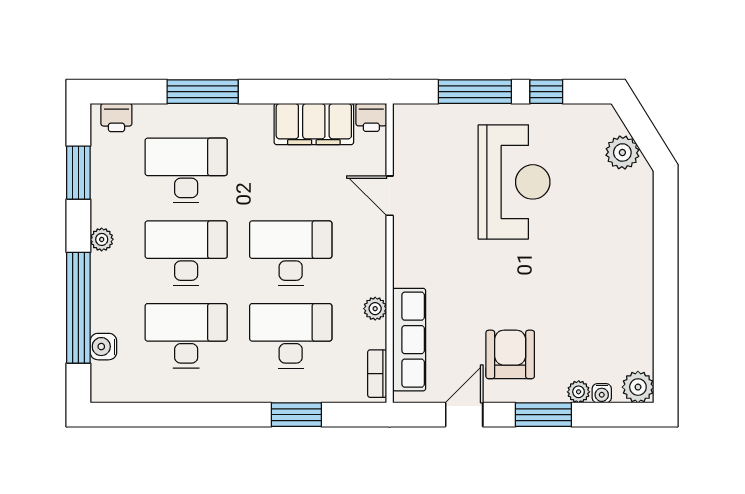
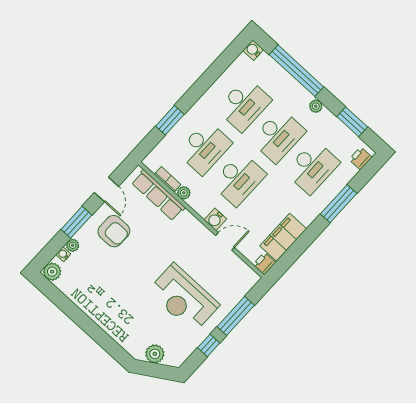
water cooler: (372, 235) -> (215, 219), added
water cooler: (103, 347) -> (253, 50), moved, turned -90
bookcase: (377, 374) -> (168, 179), moved

